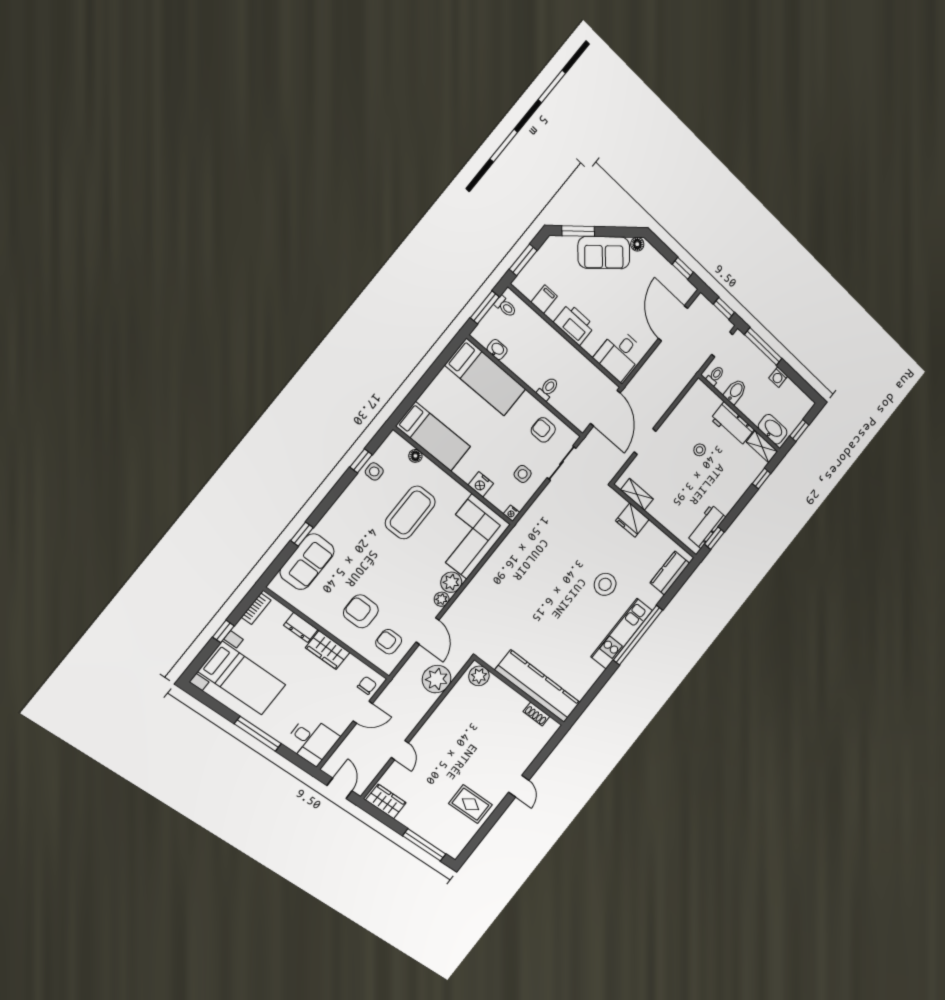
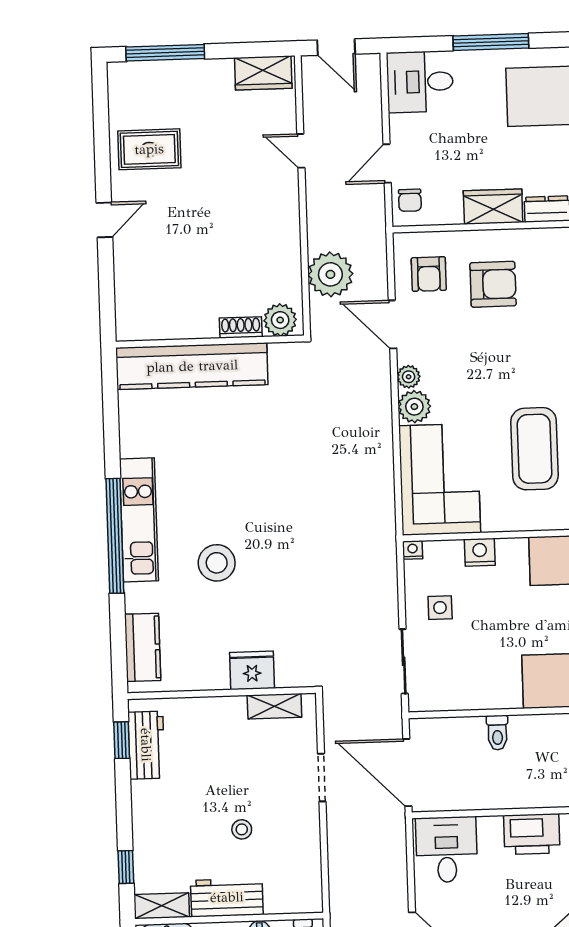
armchair: (543, 430) -> (461, 680), removed
armchair: (389, 642) -> (429, 274), turned 90
shoe rack: (537, 714) -> (241, 327), moved
door: (519, 786) -> (104, 220), swing flipped

